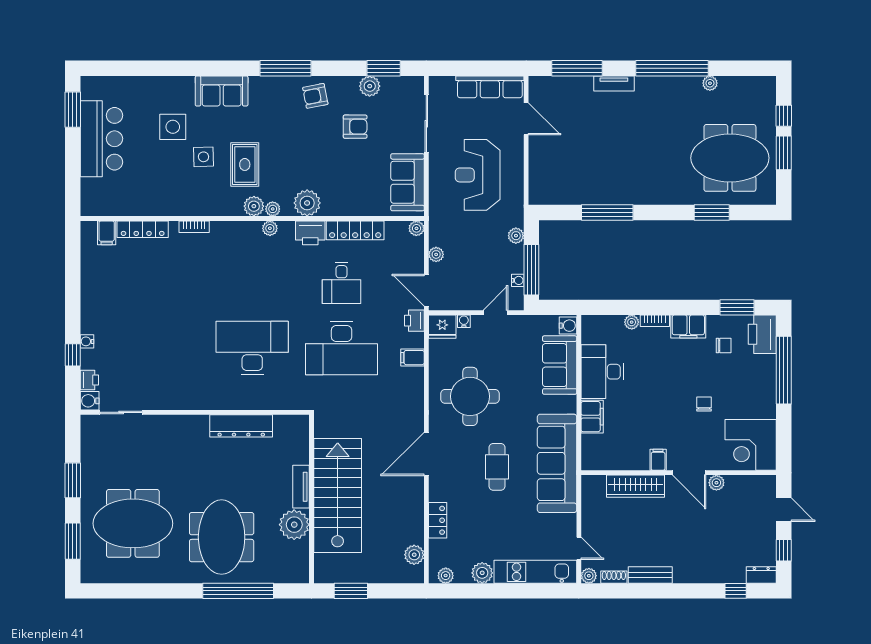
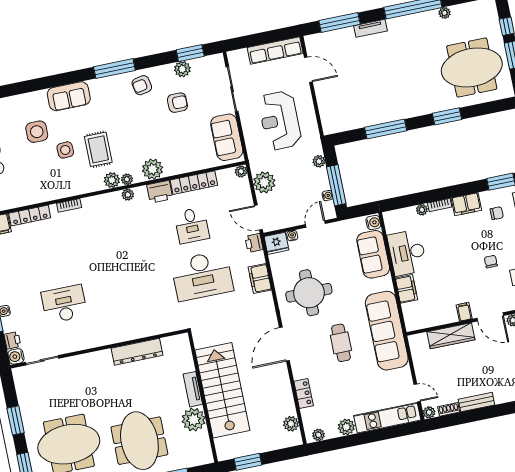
window: (712, 212) -> (447, 116), moved
plant: (436, 254) -> (264, 182), width x1.87, depth x1.87
desk: (252, 348) -> (64, 304), moved, width x0.73, depth x0.77
filing cabinet: (413, 358) -> (260, 279), width x2.00

